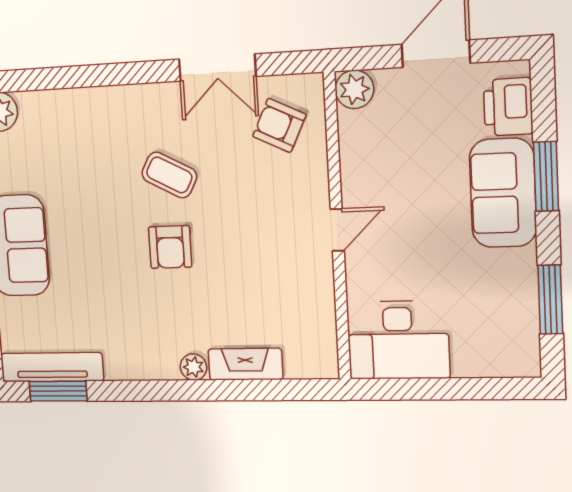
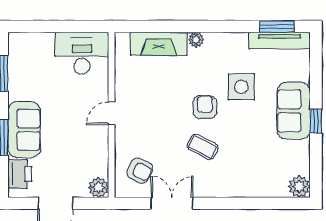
side table: (110, 285) -> (241, 87), added
fireplace: (245, 364) -> (159, 44), width x1.37, depth x1.32

